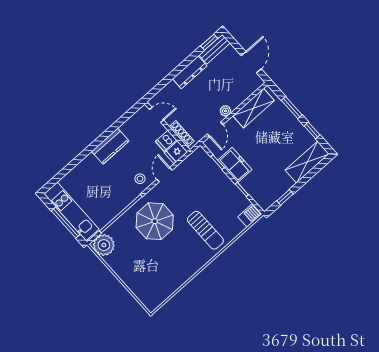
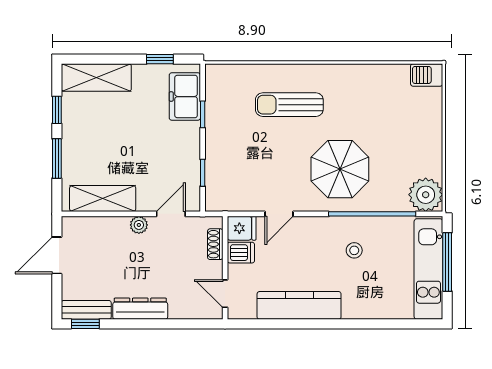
shoe rack: (182, 134) -> (215, 244), width x0.70
kitchen counter: (110, 146) -> (299, 305), width x1.50
freezer: (235, 165) -> (185, 97), moved
stool: (140, 179) -> (354, 250), moved
barbecue: (250, 215) -> (427, 75), moved
sun lounger: (205, 230) -> (289, 105), turned -90

